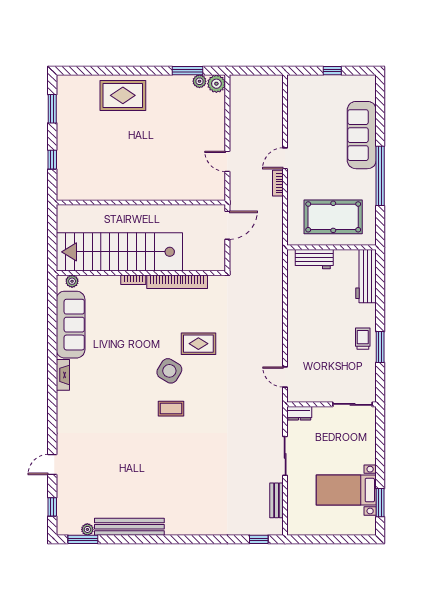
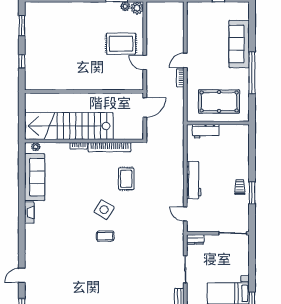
rug: (123, 95) -> (121, 44), moved
workbench: (366, 276) -> (194, 180), moved, turned 180
rug: (198, 344) -> (126, 179), moved, turned 90

